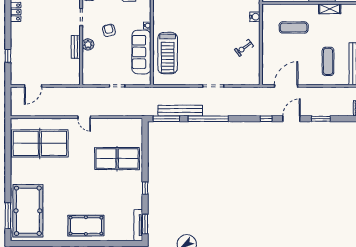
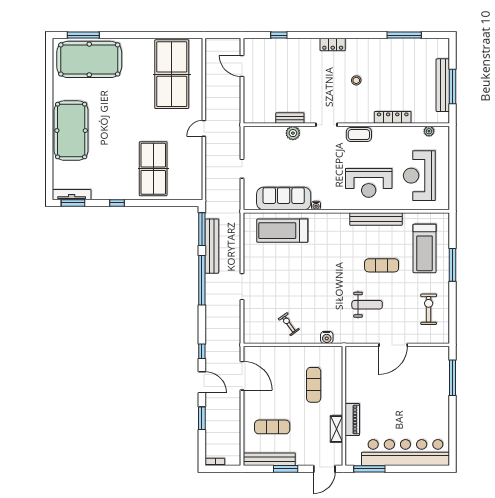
armchair: (109, 30) -> (310, 159), removed
pool table: (86, 226) -> (71, 131), width x1.36, depth x1.32

